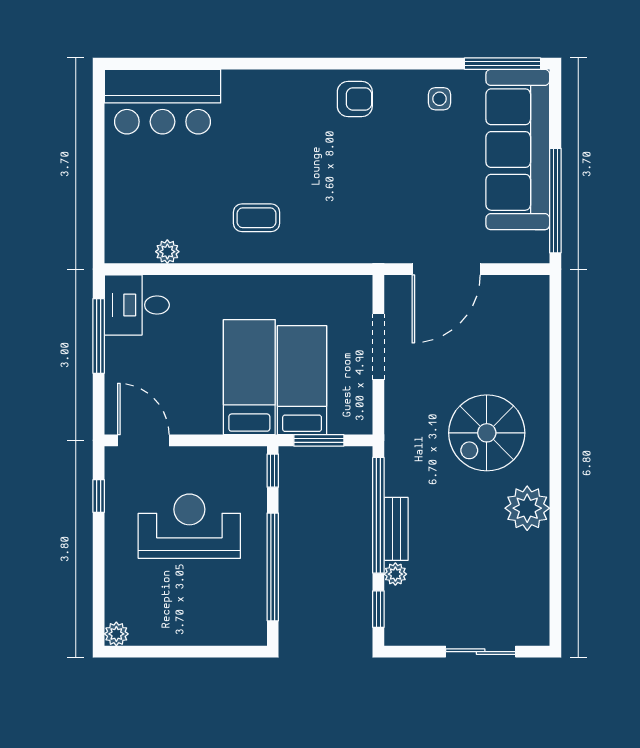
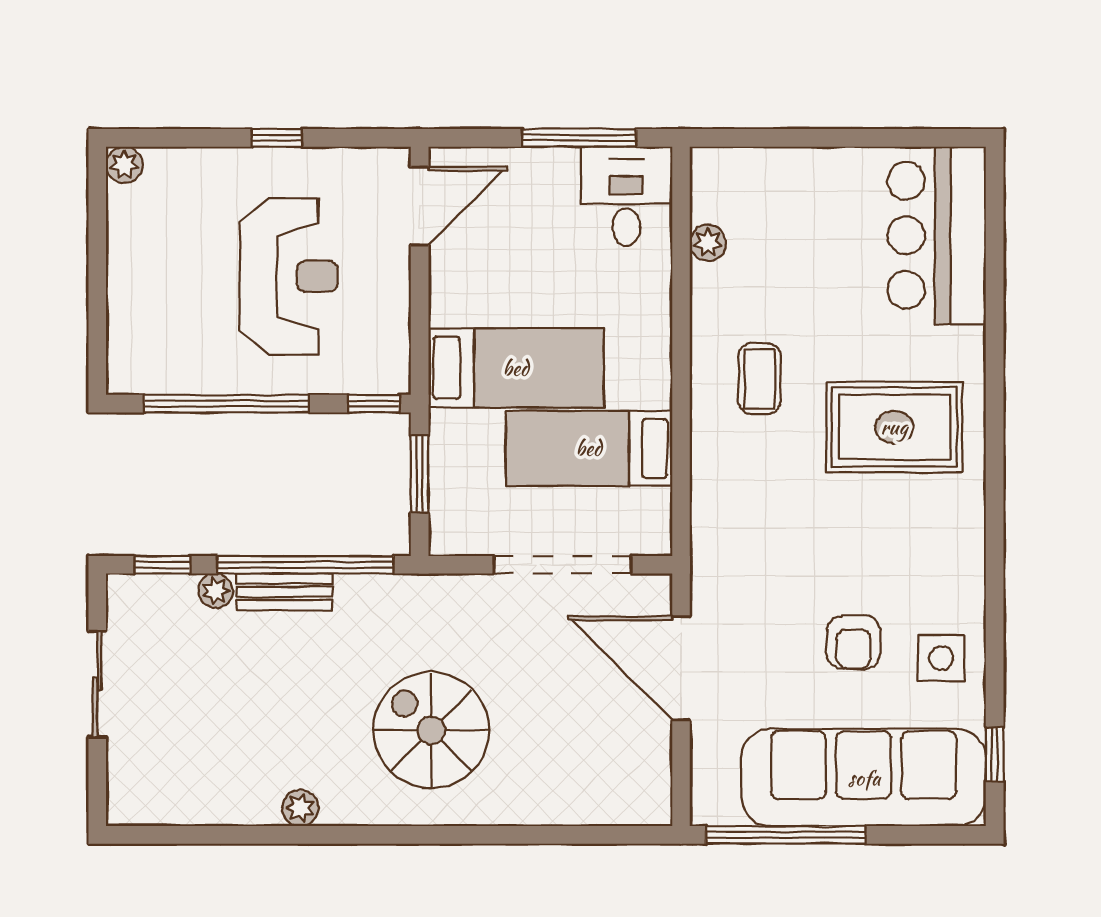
window: (502, 64) -> (995, 754), width x0.46
armchair: (355, 99) -> (854, 642), moved
side table: (440, 99) -> (941, 658), width x1.37, depth x1.37
rug: (288, 129) -> (894, 427), added
doorway: (378, 347) -> (562, 565), width x1.36
bed: (302, 380) -> (589, 448), moved, turned 180
window: (99, 496) -> (277, 138), moved
plant: (527, 508) -> (300, 808), width x0.53, depth x0.53
sliding door: (481, 652) -> (97, 684), moved

